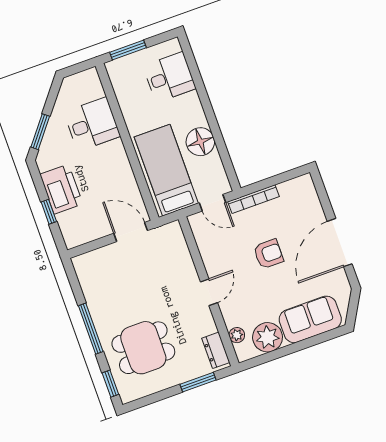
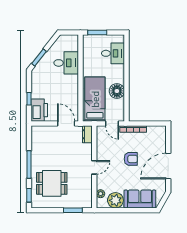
printer: (61, 189) -> (39, 110), moved
dresser: (216, 350) -> (87, 134), moved

